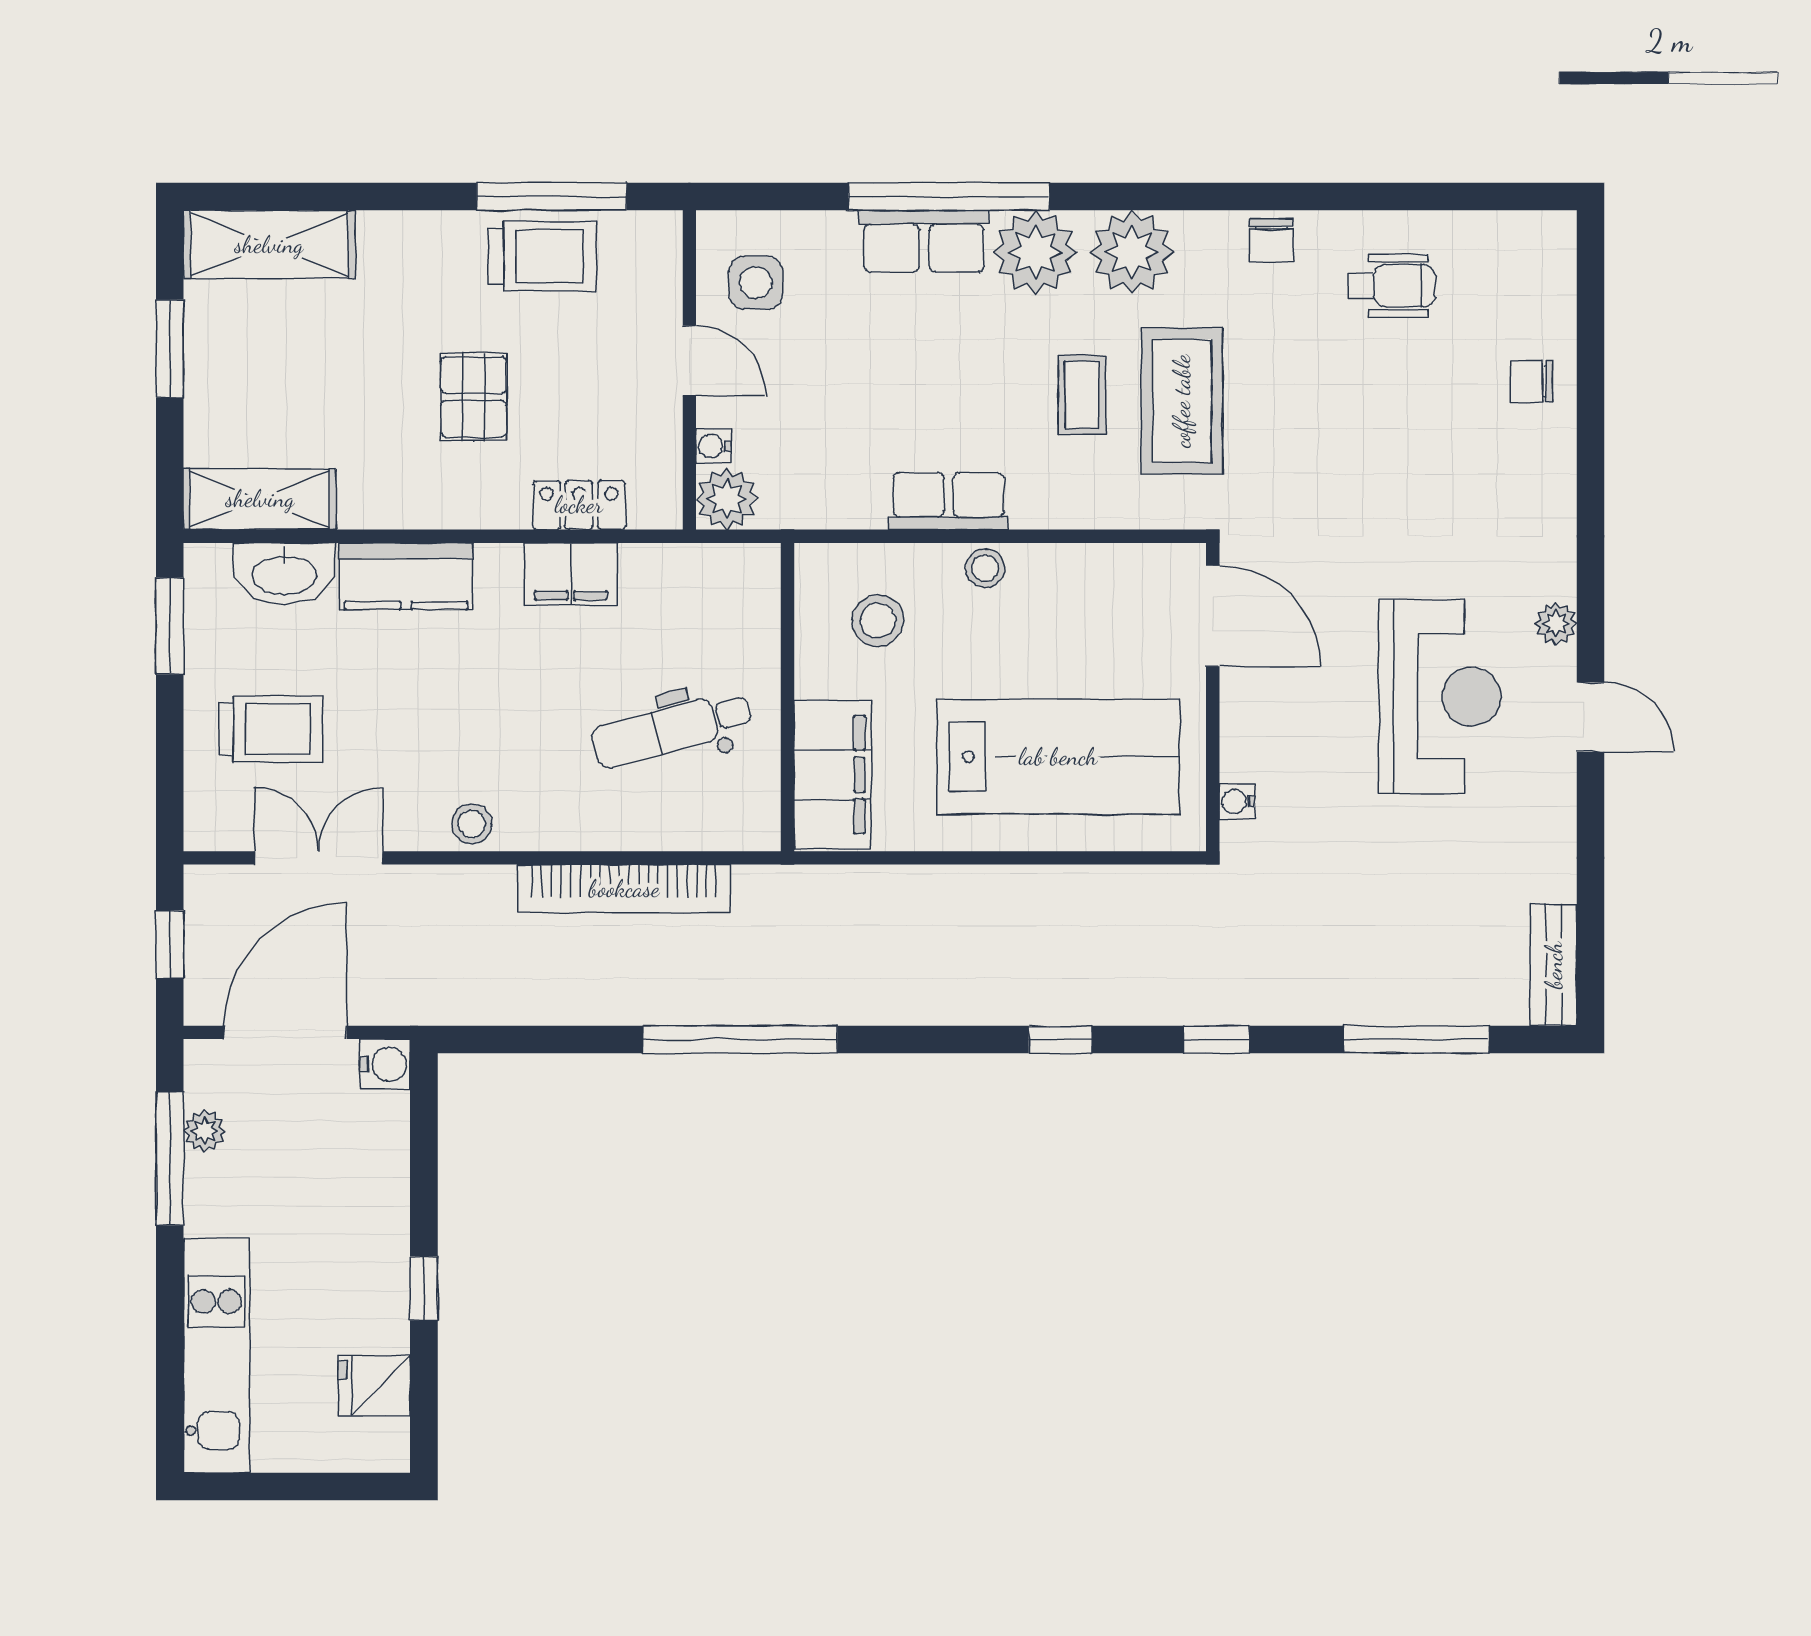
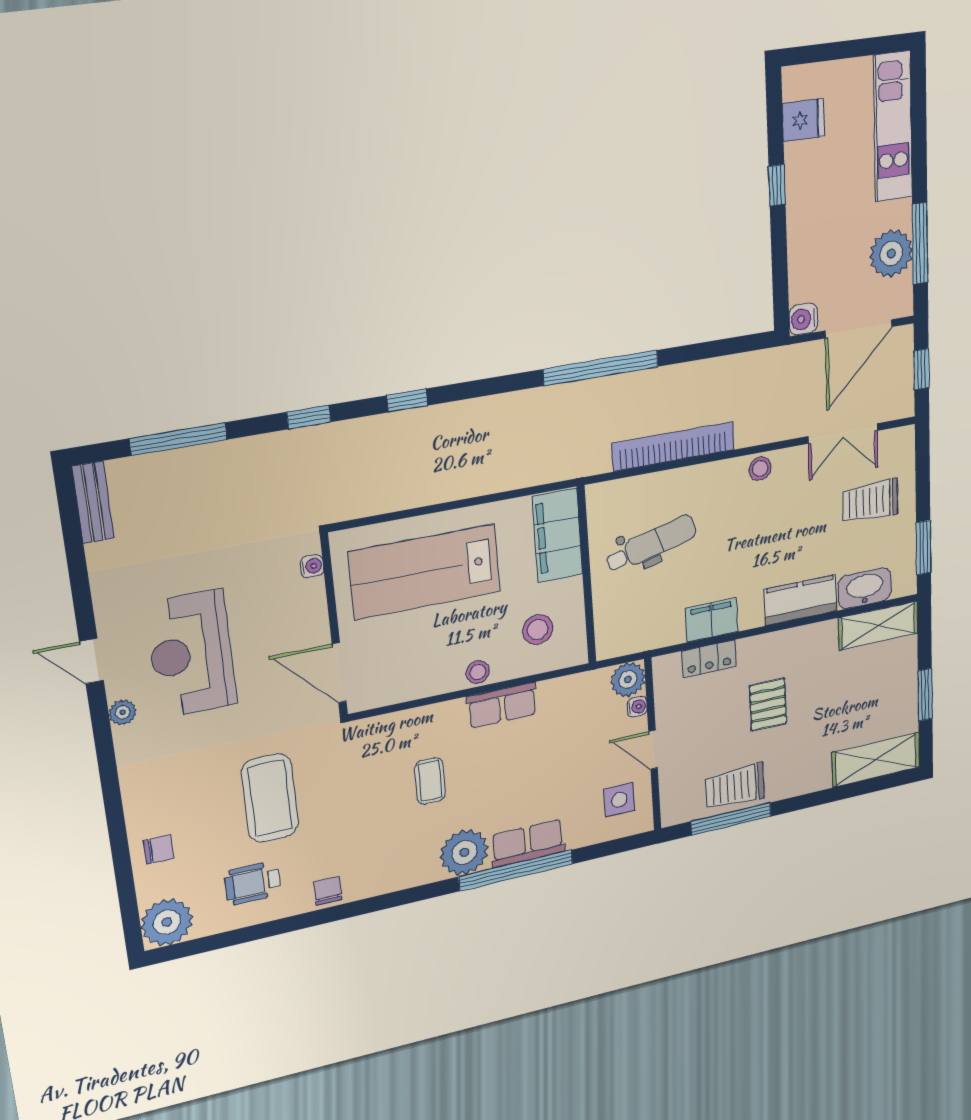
plant: (1132, 252) -> (167, 922), moved
coffee table: (1182, 401) -> (270, 798), moved
plant: (205, 1131) -> (891, 254), width x1.87, depth x1.87

